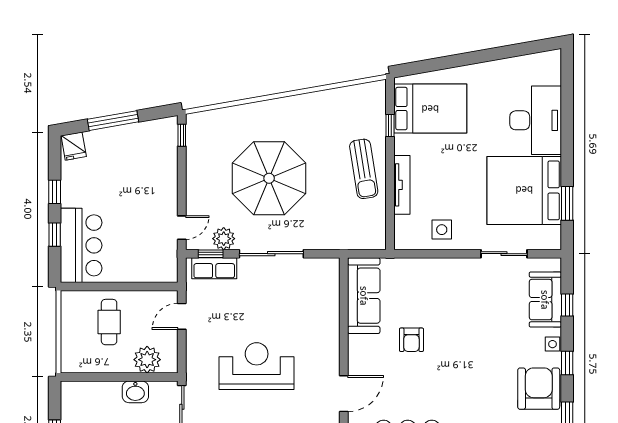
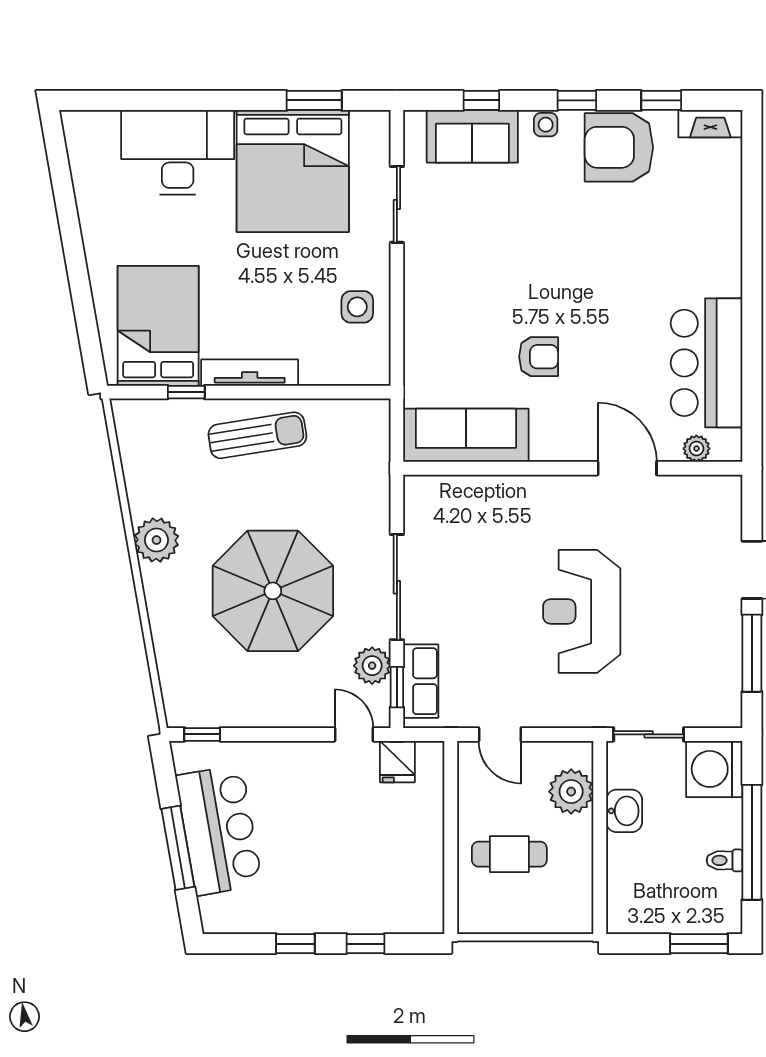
plant: (300, 108) -> (156, 540), added
fridge: (74, 146) -> (397, 762), moved, turned 100
tv unit: (402, 185) -> (250, 373), moved
bar counter: (81, 245) -> (219, 830), moved, turned 80

